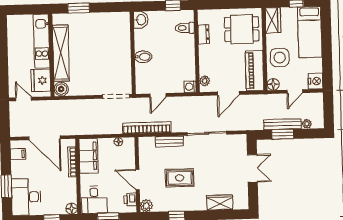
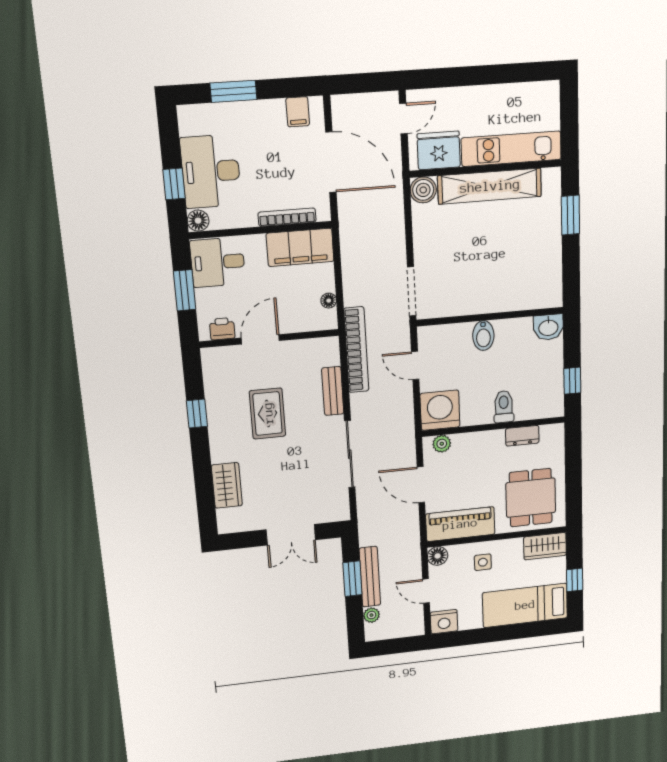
toilet: (185, 28) -> (504, 407), moved
side table: (280, 58) -> (483, 562), width x0.54, depth x0.54
washing machine: (190, 87) -> (440, 410), width x1.89, depth x1.89
door: (44, 138) -> (331, 162), swing flipped
desk: (26, 197) -> (211, 171), moved, turned -90
plant: (146, 206) -> (213, 358), removed

